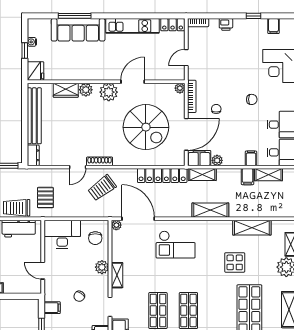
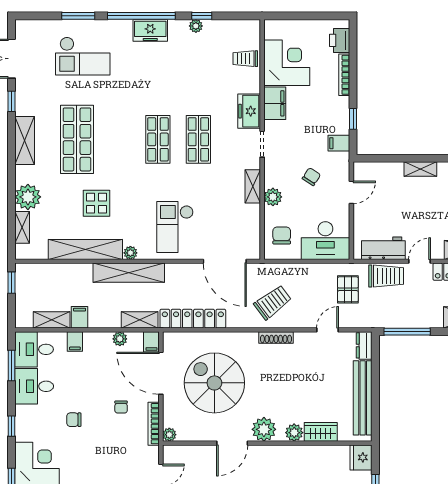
door: (186, 134) -> (161, 373), hinge flipped
filing cabinet: (199, 158) -> (151, 342), width x0.50
door: (78, 167) -> (328, 330), moved
shelving: (210, 210) -> (129, 273), width x1.47
plant: (116, 225) -> (130, 253), moved
shelving: (252, 228) -> (85, 249), width x1.47
checkout: (176, 245) -> (175, 227), turned -90
door: (43, 271) -> (351, 192), hinge flipped
chair: (79, 296) -> (311, 177), moved

